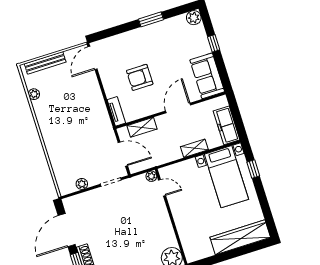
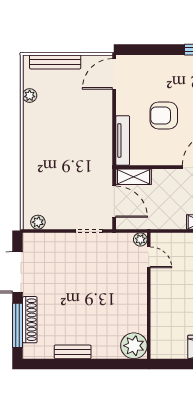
tv unit: (116, 111) -> (123, 140), width x1.41
shelving: (142, 127) -> (134, 177), moved
plant: (82, 184) -> (38, 222), moved

